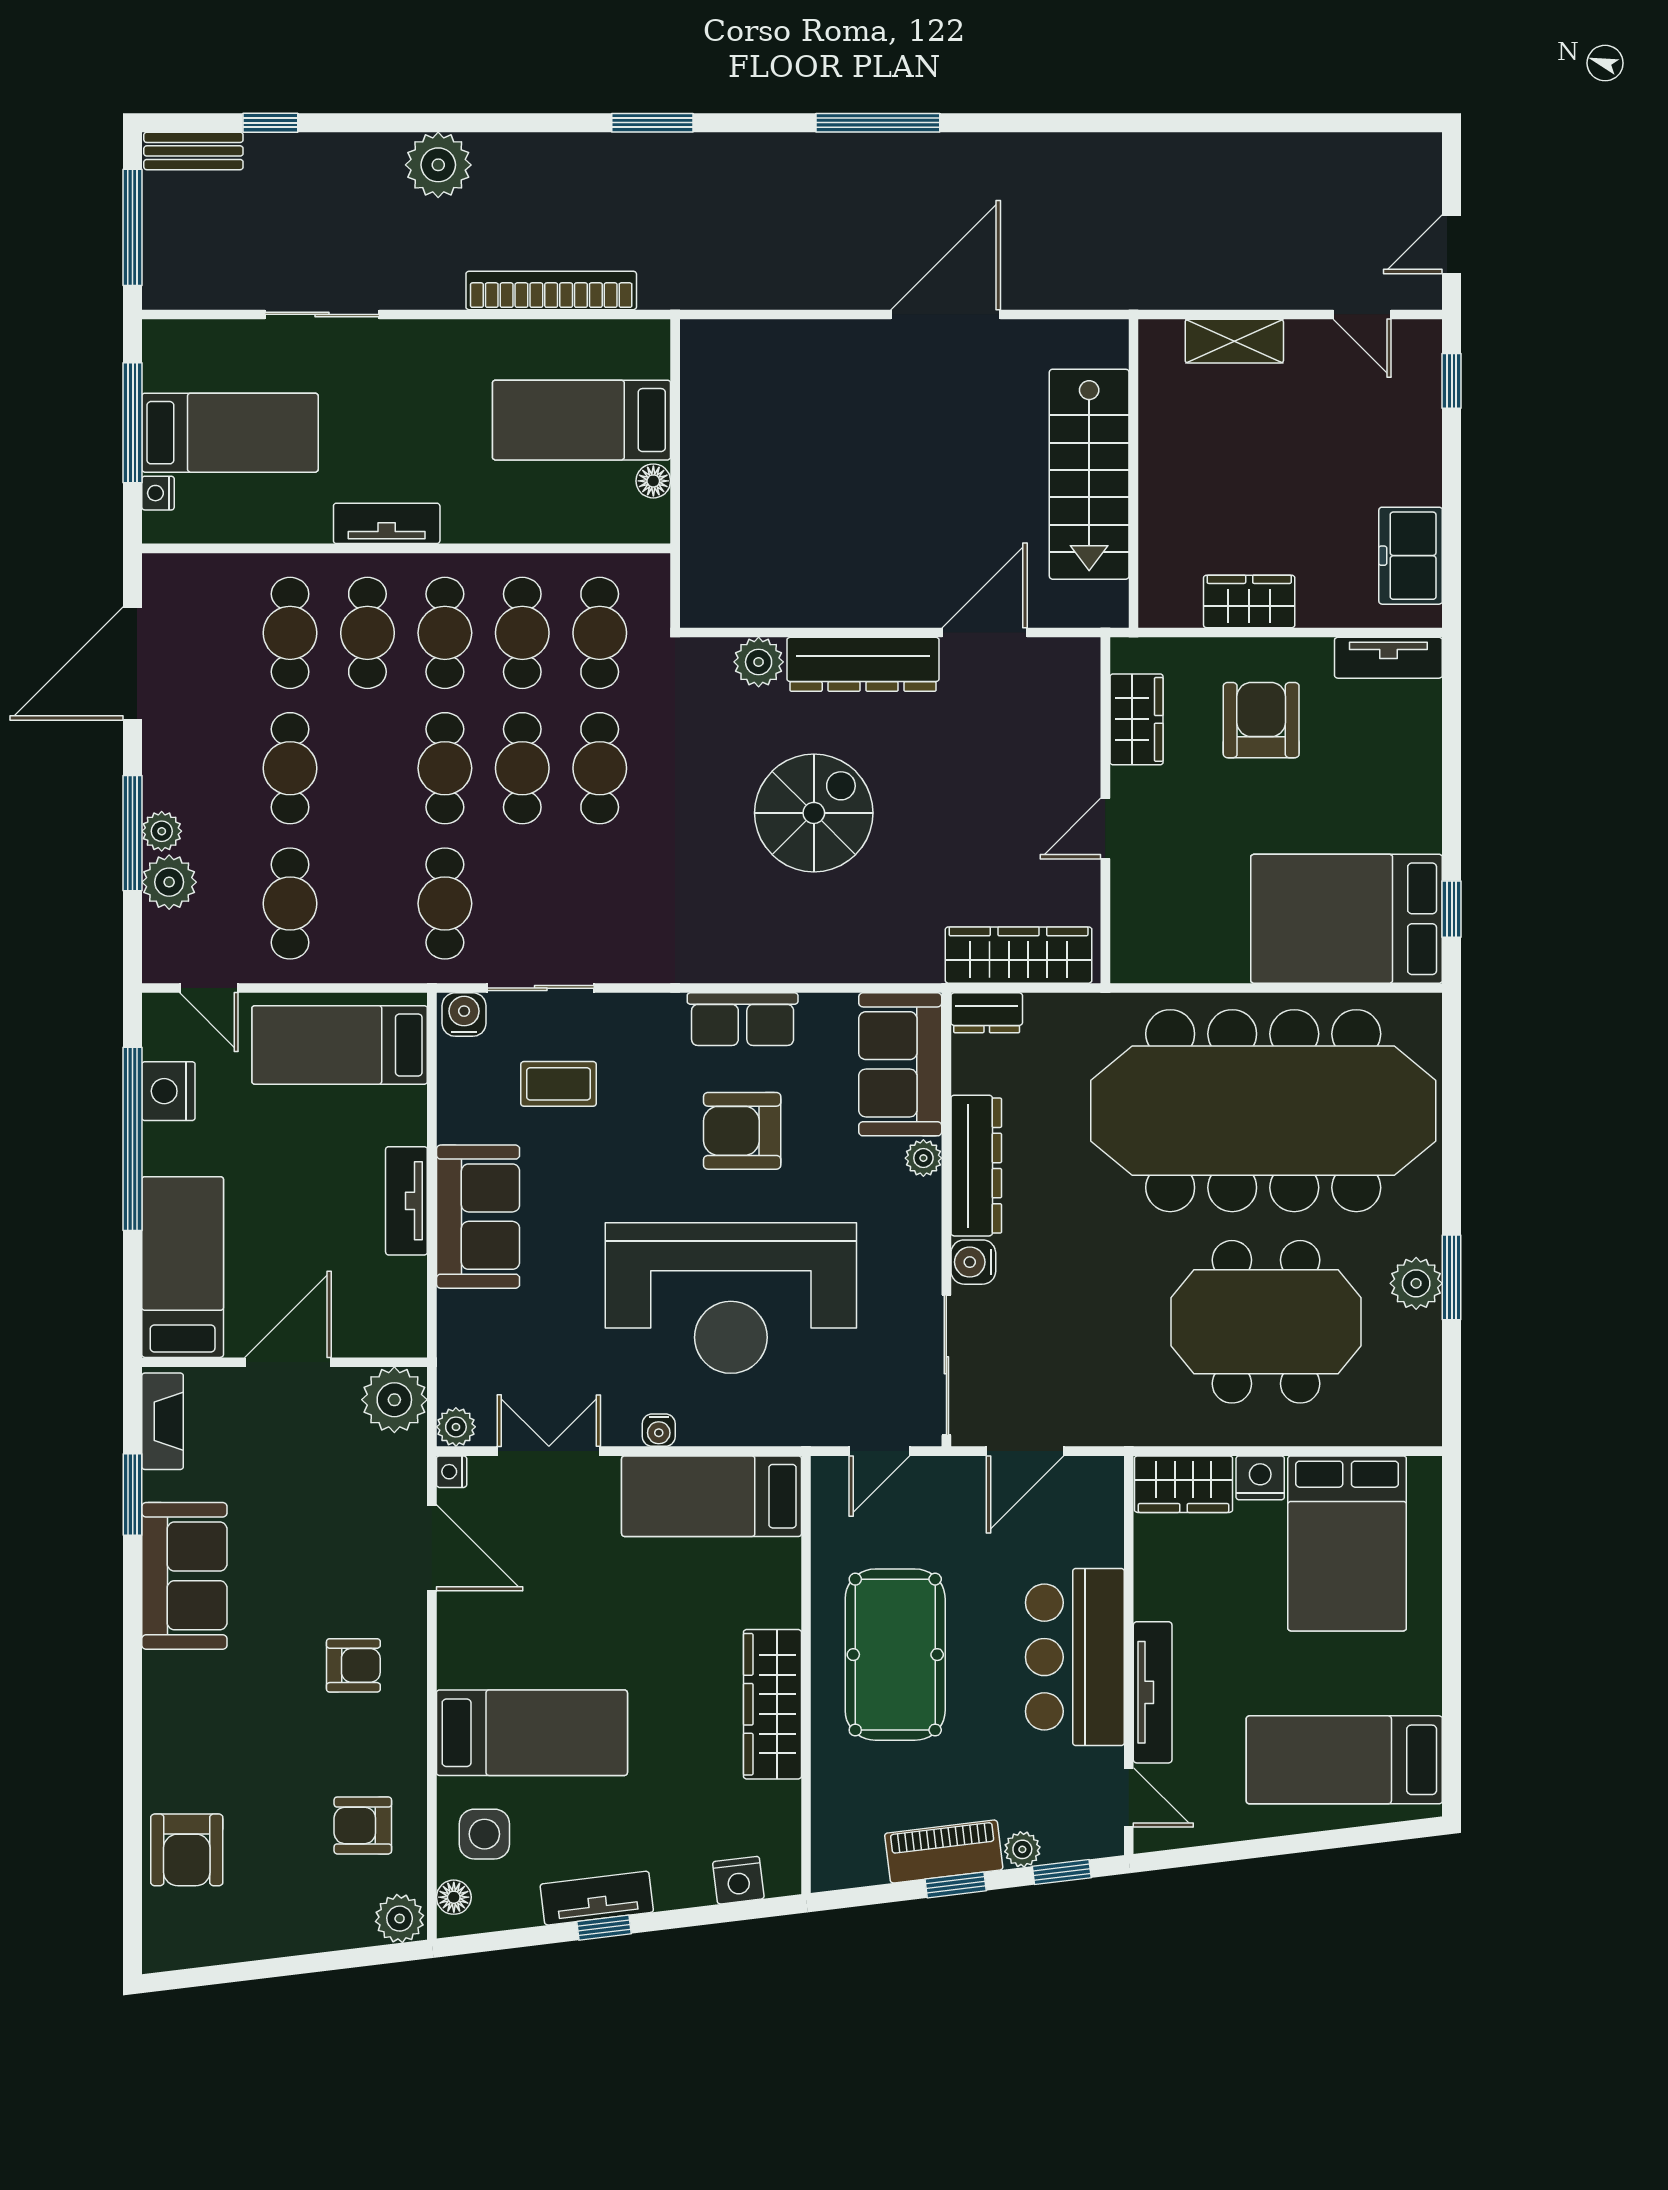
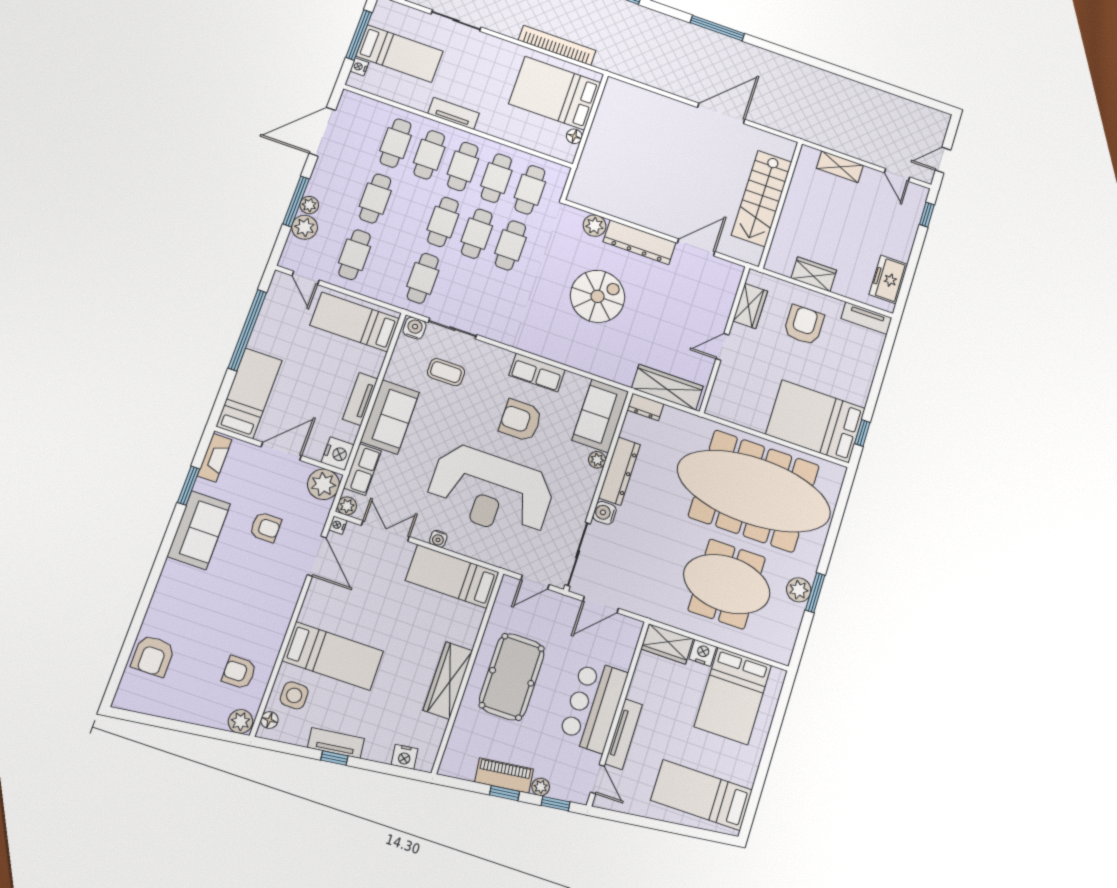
bed: (581, 420) -> (555, 93), width x1.50
nightstand: (168, 1091) -> (338, 454), moved, turned 180
row of seats: (461, 1343) -> (362, 469), added
armchair: (353, 1665) -> (266, 527), moved

